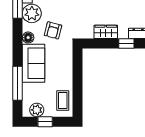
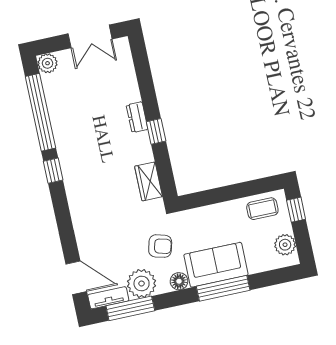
wardrobe: (106, 32) -> (149, 181), moved
window: (18, 83) -> (223, 288), moved
window: (45, 122) -> (296, 210), moved

